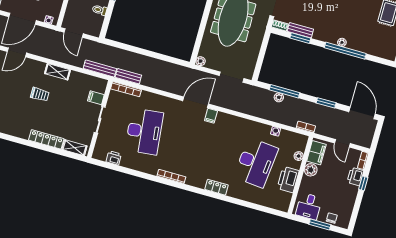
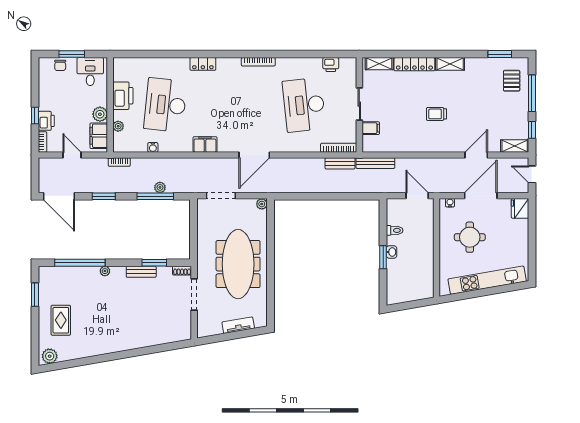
bench: (300, 30) -> (141, 272), moved
window: (345, 51) -> (80, 263), moved
shelving: (57, 72) -> (450, 64), moved
filing cabinet: (211, 116) -> (205, 144), moved, width x2.00

